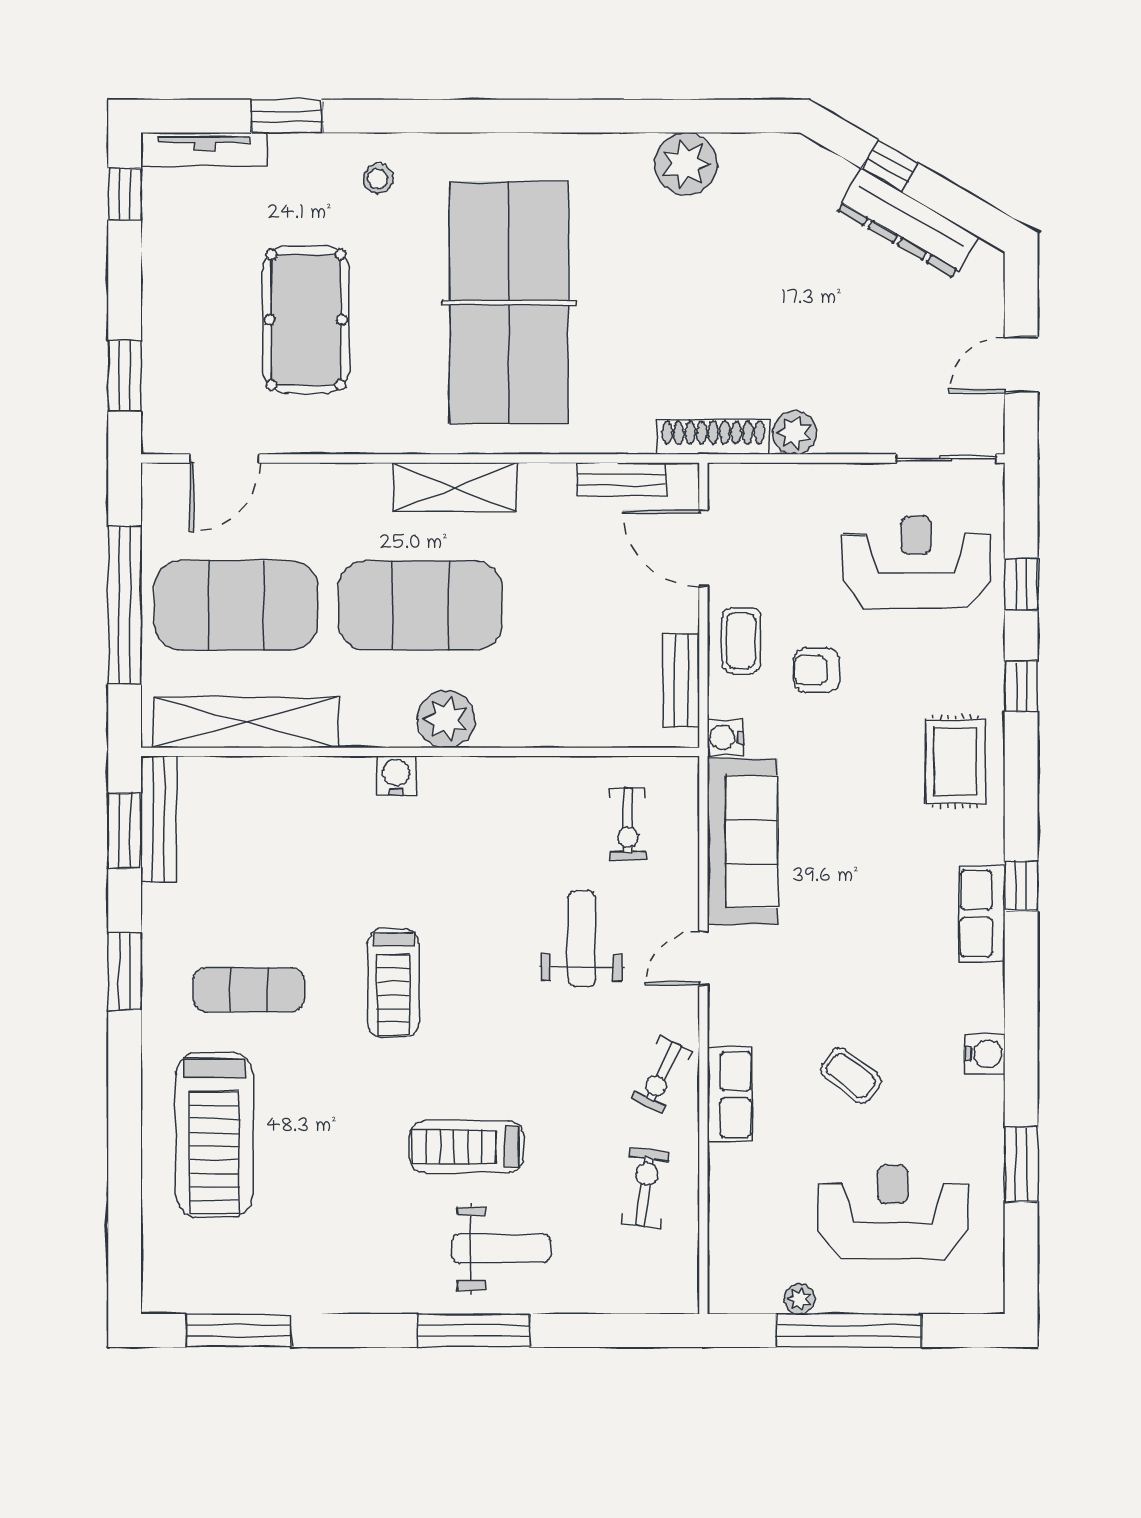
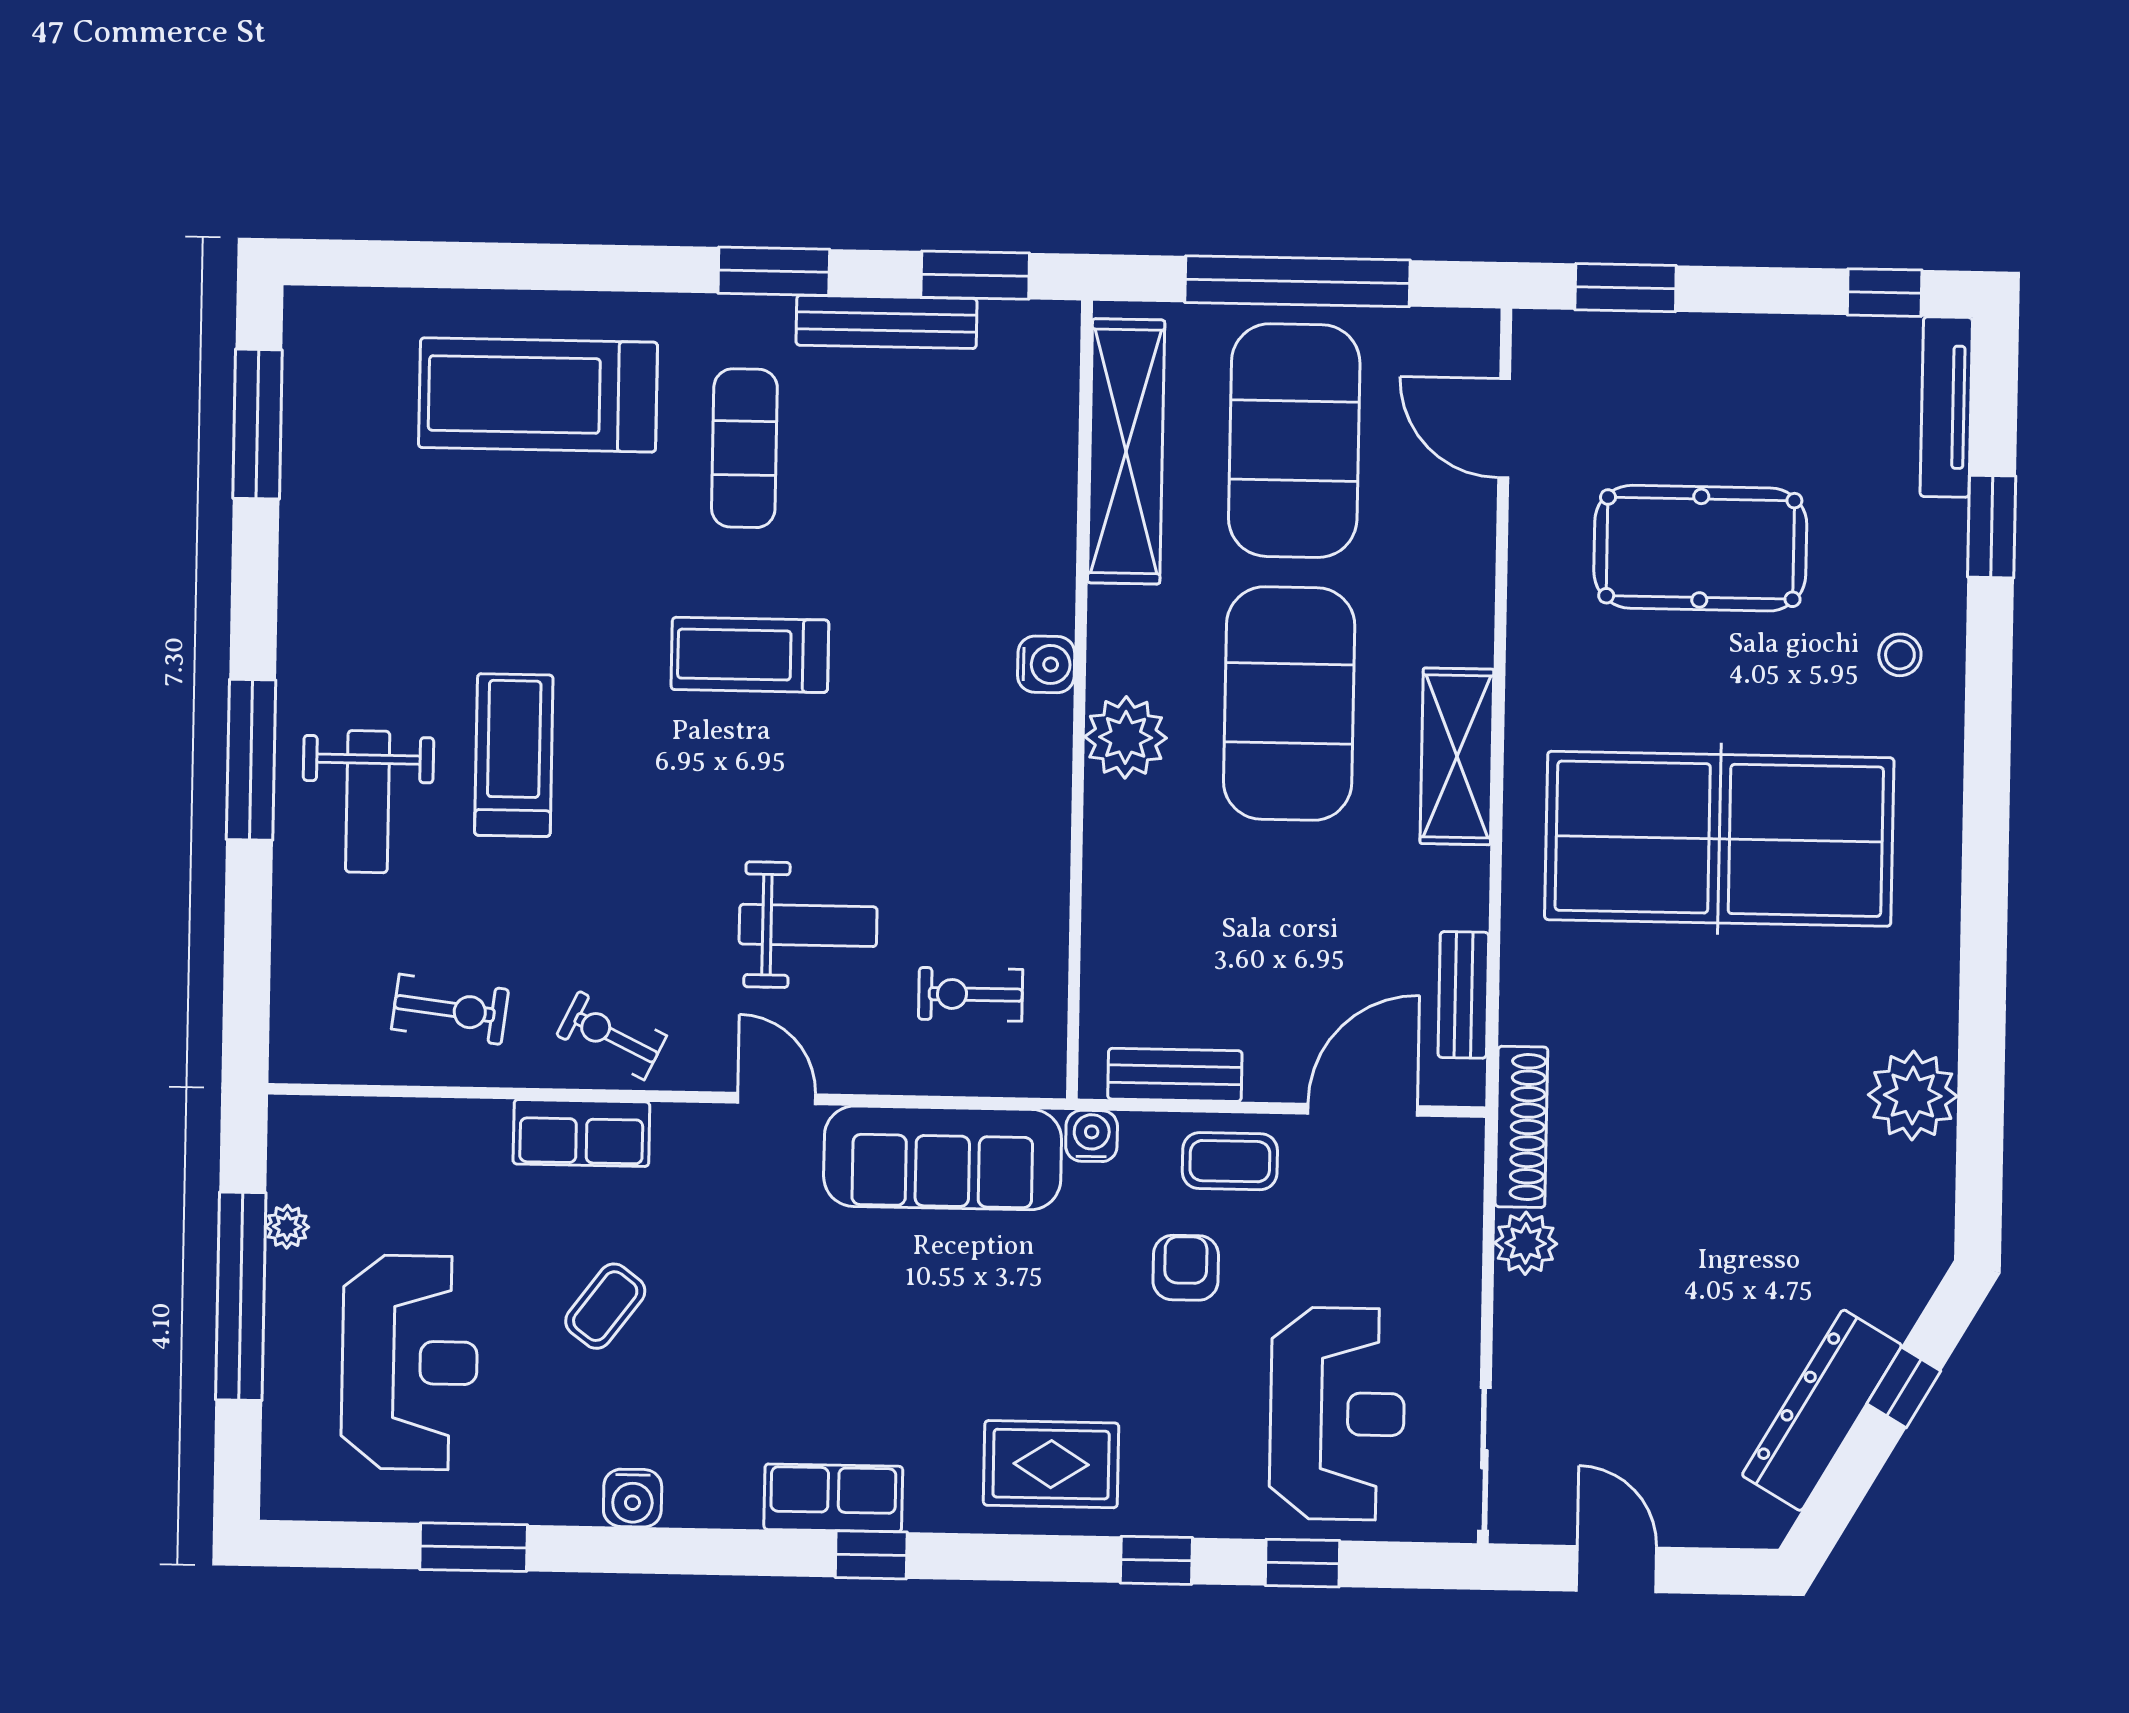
bench: (159, 819) -> (887, 322), moved

